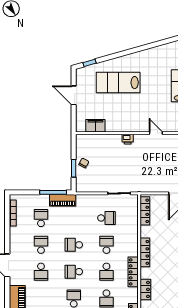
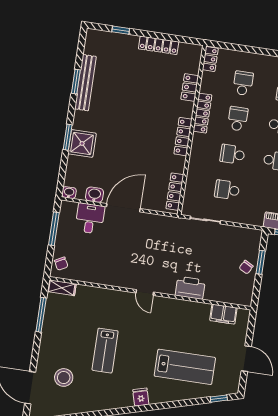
fridge: (147, 55) -> (141, 397), added
printer: (128, 139) -> (190, 288), width x1.87, depth x1.48
school desk: (106, 245) -> (232, 154), turned 90

